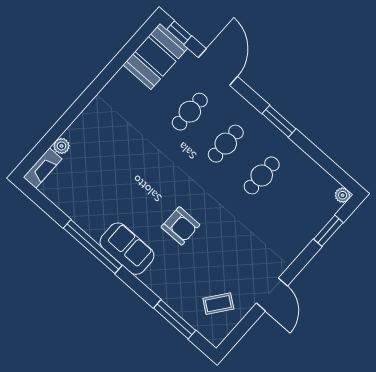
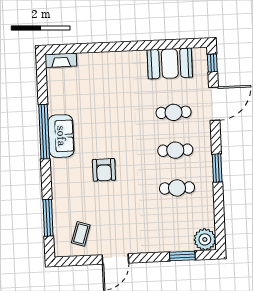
booth: (155, 56) -> (170, 63), moved
plant: (61, 146) -> (84, 59), removed
plant: (343, 195) -> (205, 239), width x1.87, depth x1.87
sofa: (127, 249) -> (61, 136), moved
coffee table: (218, 304) -> (81, 234), turned 71

